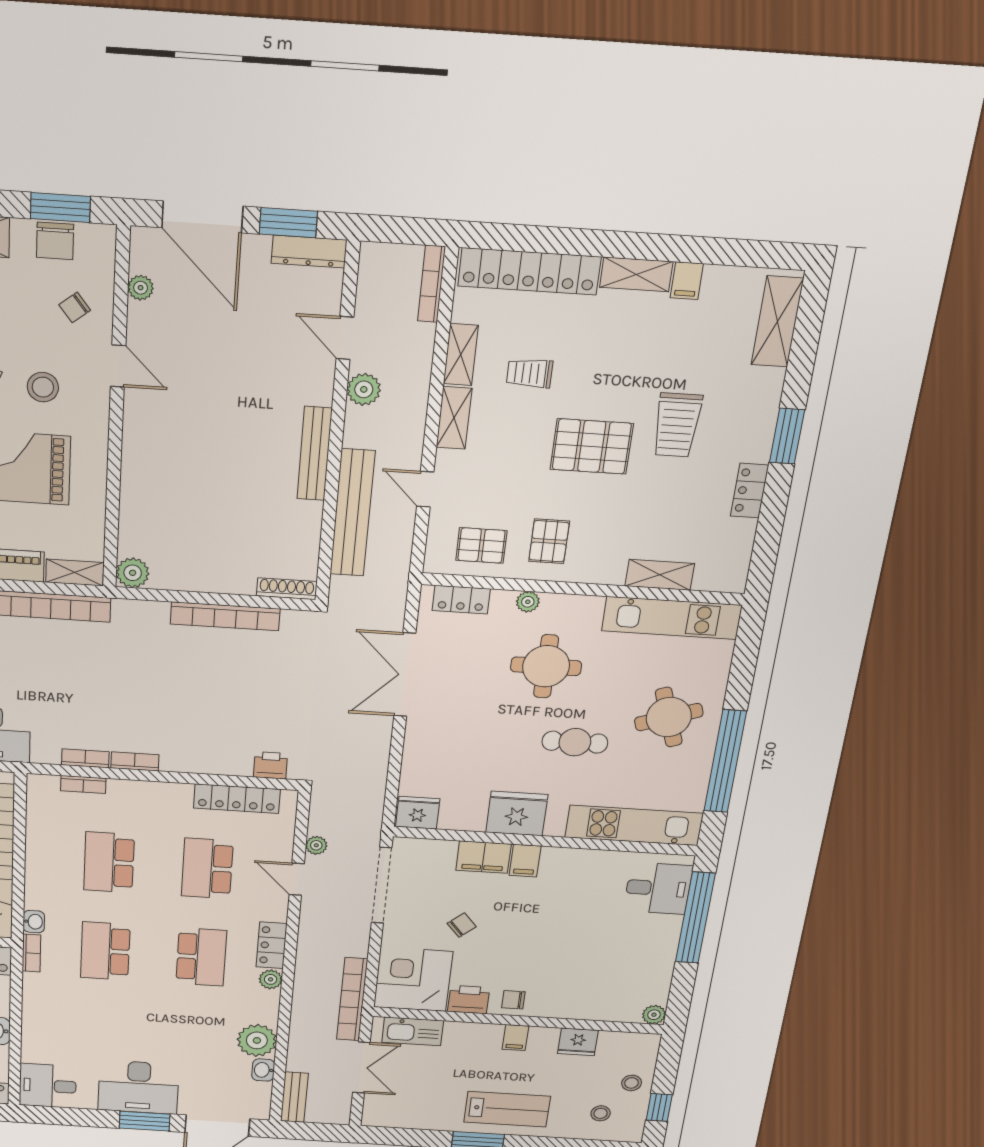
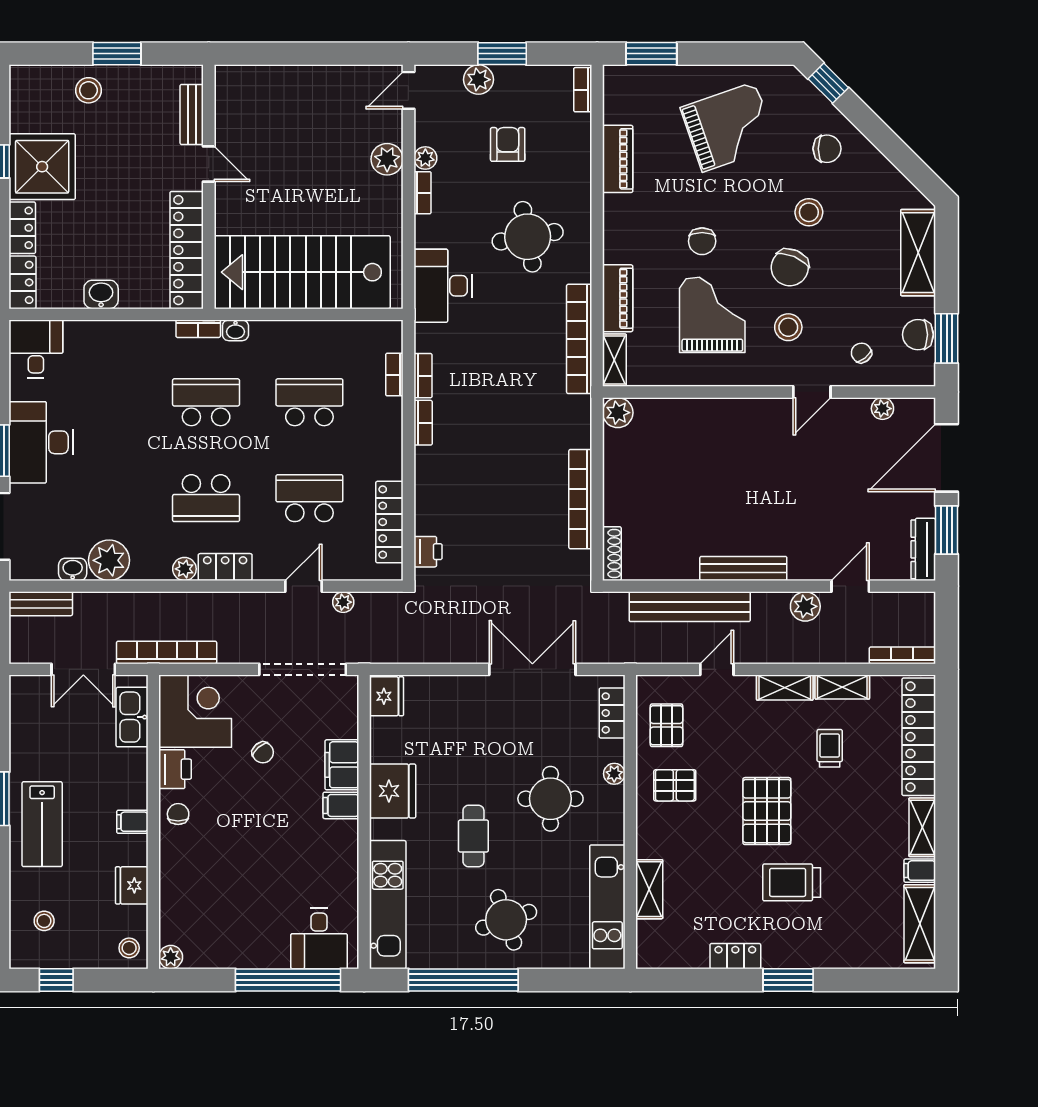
shelving: (777, 322) -> (920, 924), moved, turned 90
stool: (632, 1083) -> (129, 948), moved

